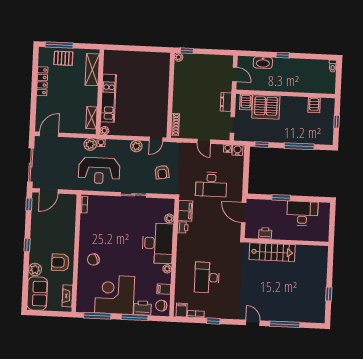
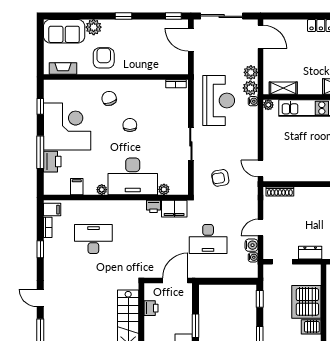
server rack: (246, 102) -> (311, 327), moved
plant: (136, 146) -> (251, 72), moved
water cooler: (237, 150) -> (252, 245), moved
reception desk: (99, 171) -> (219, 101), turned 180
desk: (211, 184) -> (208, 239), turned -90
chair: (161, 306) -> (130, 125), moved
window: (97, 316) -> (40, 106), width x0.46
door: (253, 323) -> (40, 298), swing flipped

